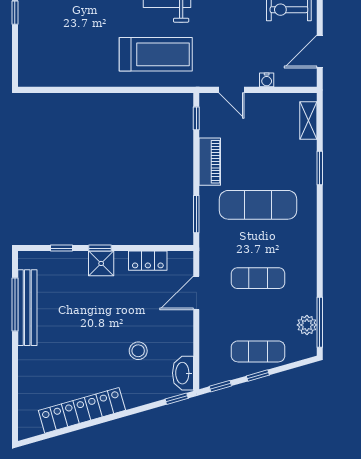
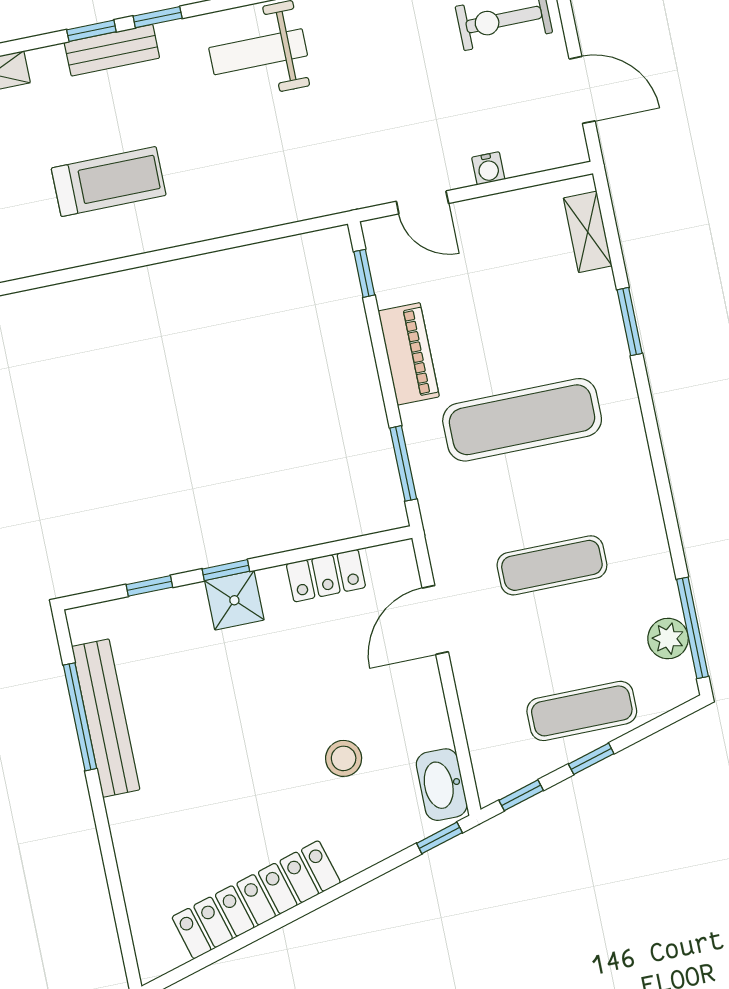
door: (320, 51) -> (582, 90), swing flipped
treadmill: (156, 54) -> (109, 182), moved, width x0.73, depth x0.73

